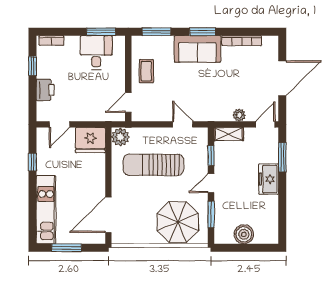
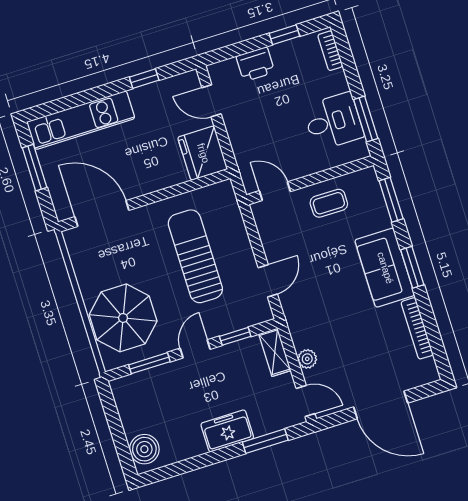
plant: (120, 137) -> (221, 195), removed
door: (211, 183) -> (195, 349), hinge flipped
boiler: (244, 234) -> (144, 449), moved

